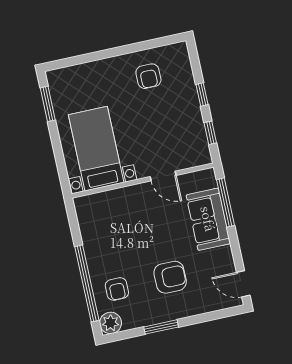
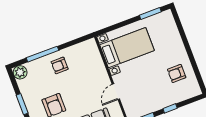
window: (87, 283) -> (42, 54), width x0.68
armchair: (117, 289) -> (60, 65), moved

